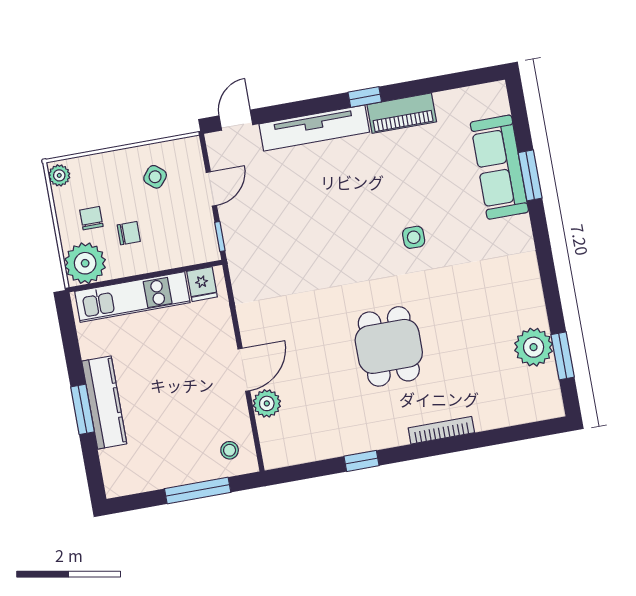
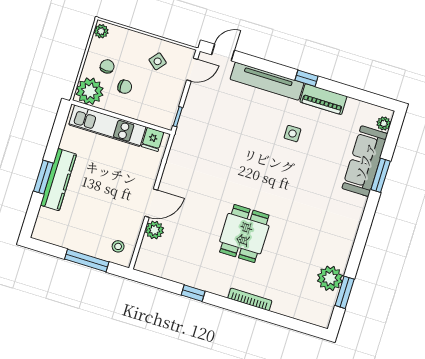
plant: (499, 104) -> (384, 123), added
door: (211, 189) -> (192, 70), moved
side table: (414, 237) -> (292, 134), moved

